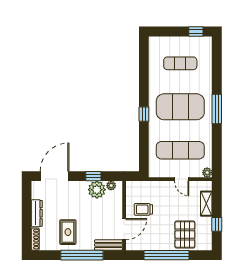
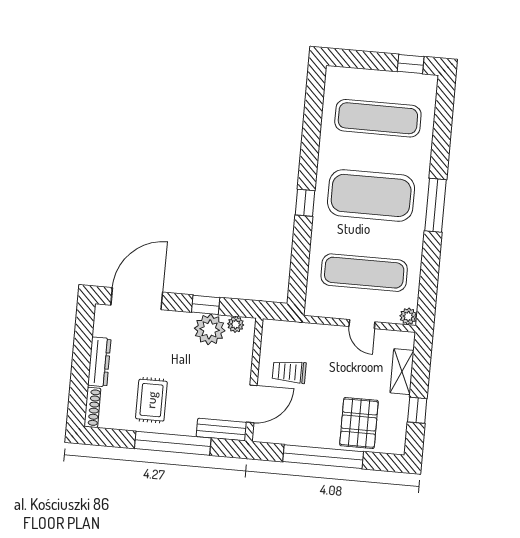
exercise mat: (180, 63) -> (378, 118), width x1.36, depth x1.45

